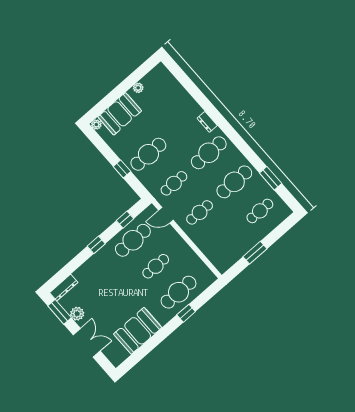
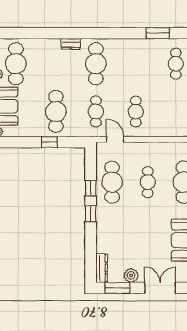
cafe table: (234, 182) -> (16, 64), moved
door: (166, 215) -> (115, 139), swing flipped
window: (125, 220) -> (91, 188), moved

